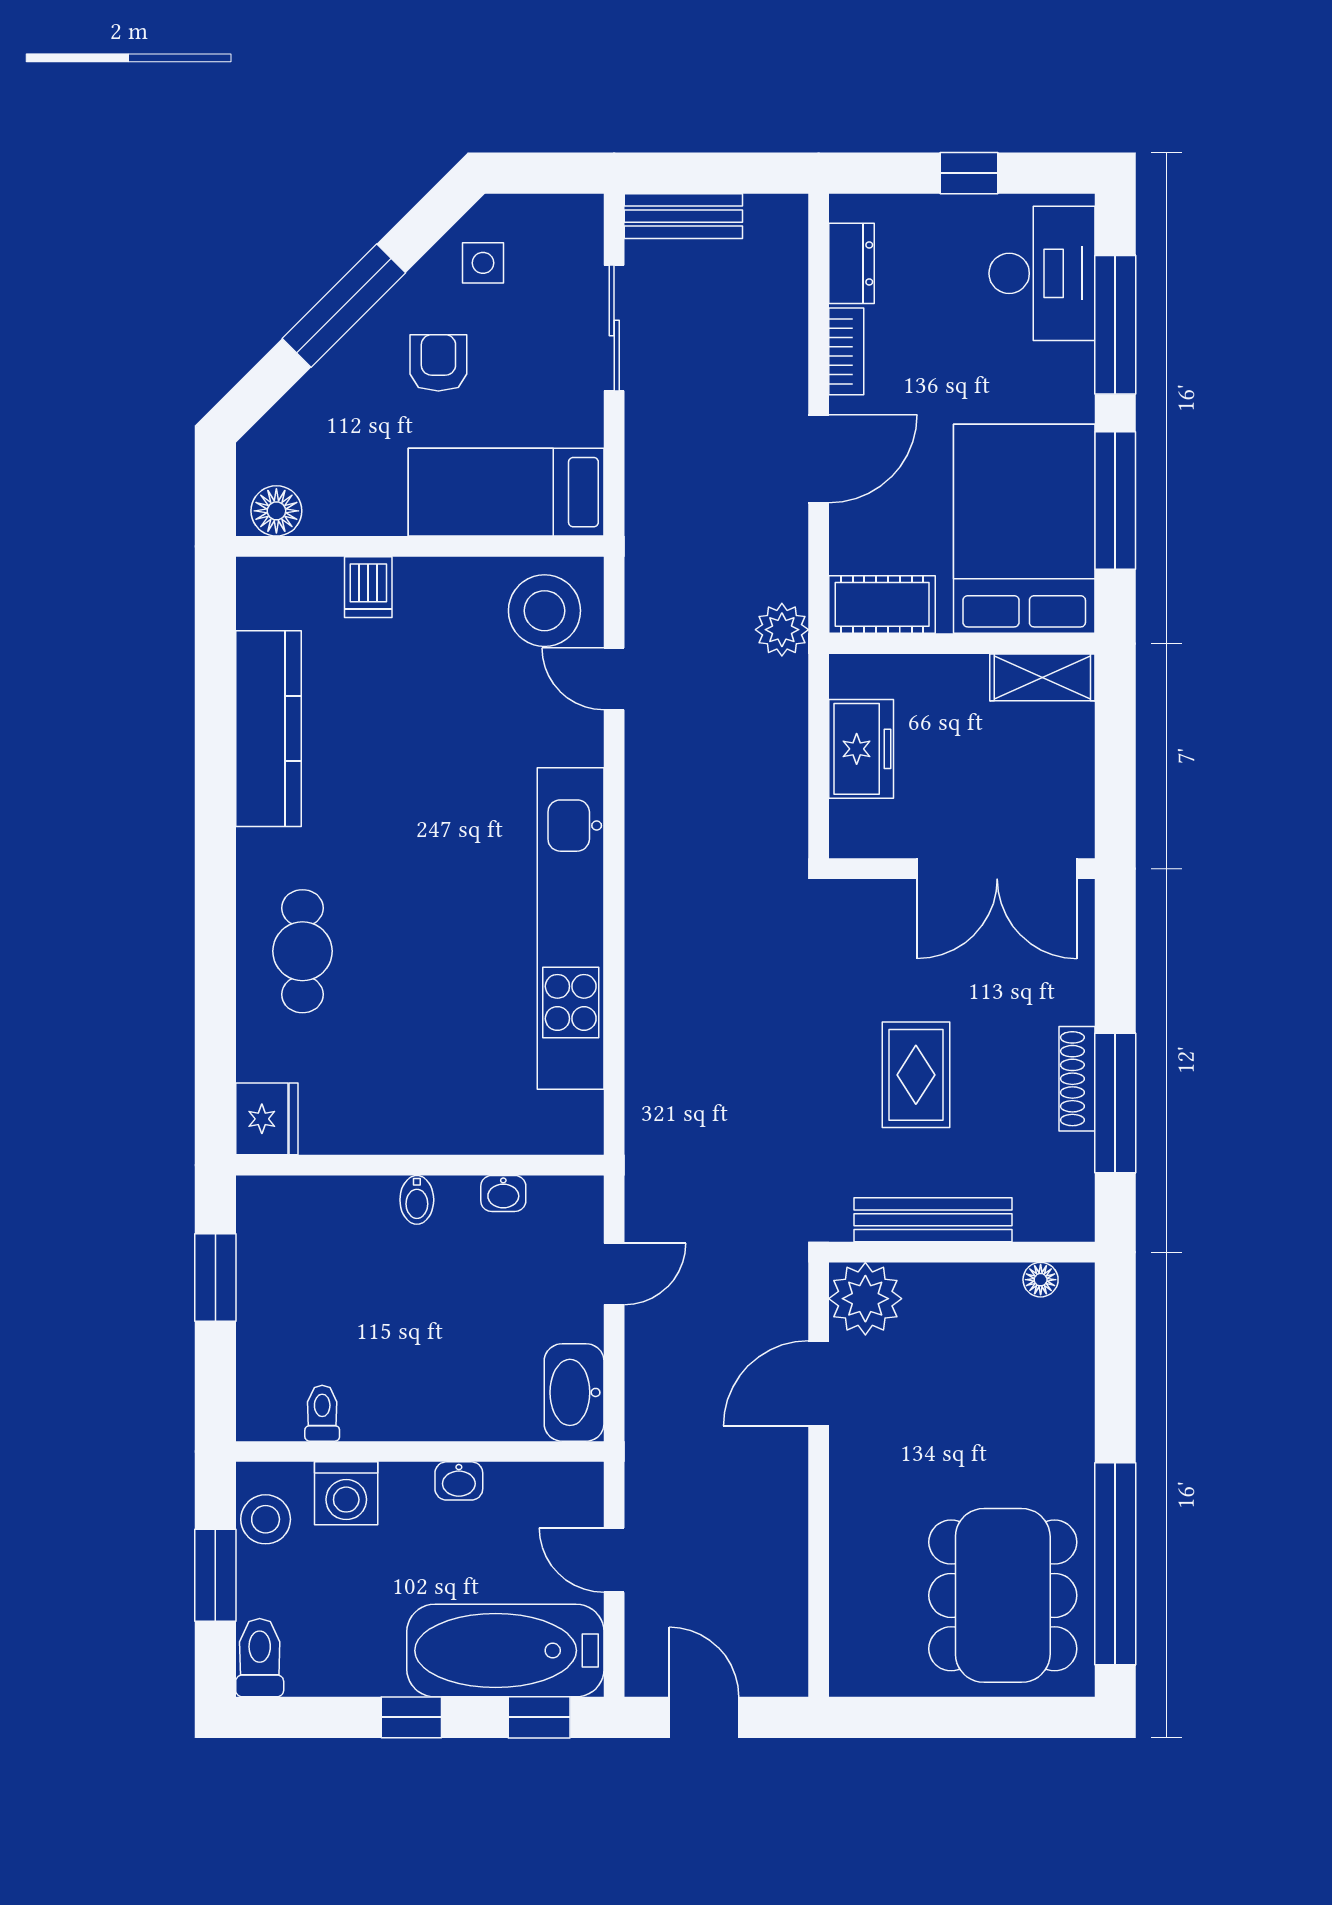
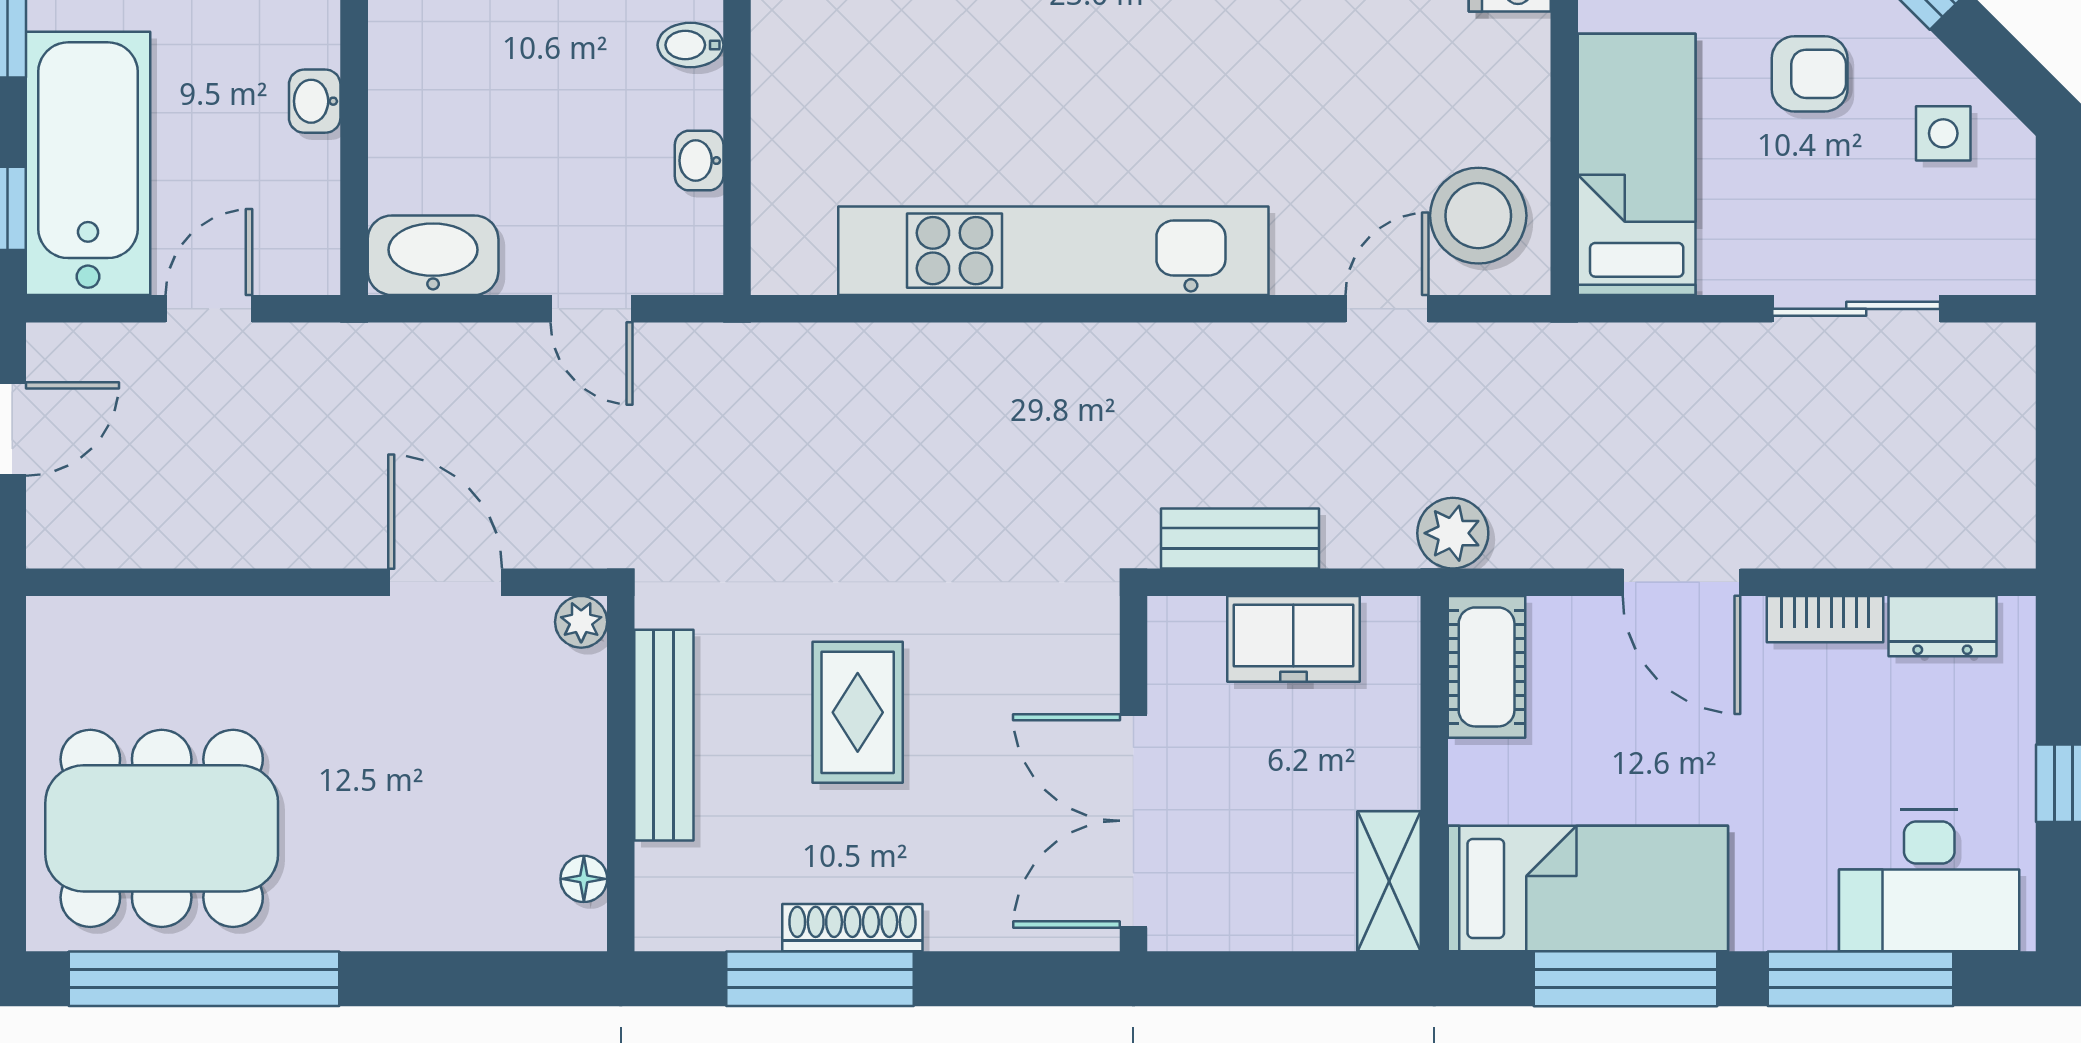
bench: (683, 216) -> (1240, 538), moved, turned 90
bed: (1024, 529) -> (1588, 888), width x0.67
rug: (916, 1075) -> (858, 712), turned 90
plant: (865, 1299) -> (581, 622), width x0.53, depth x0.53

